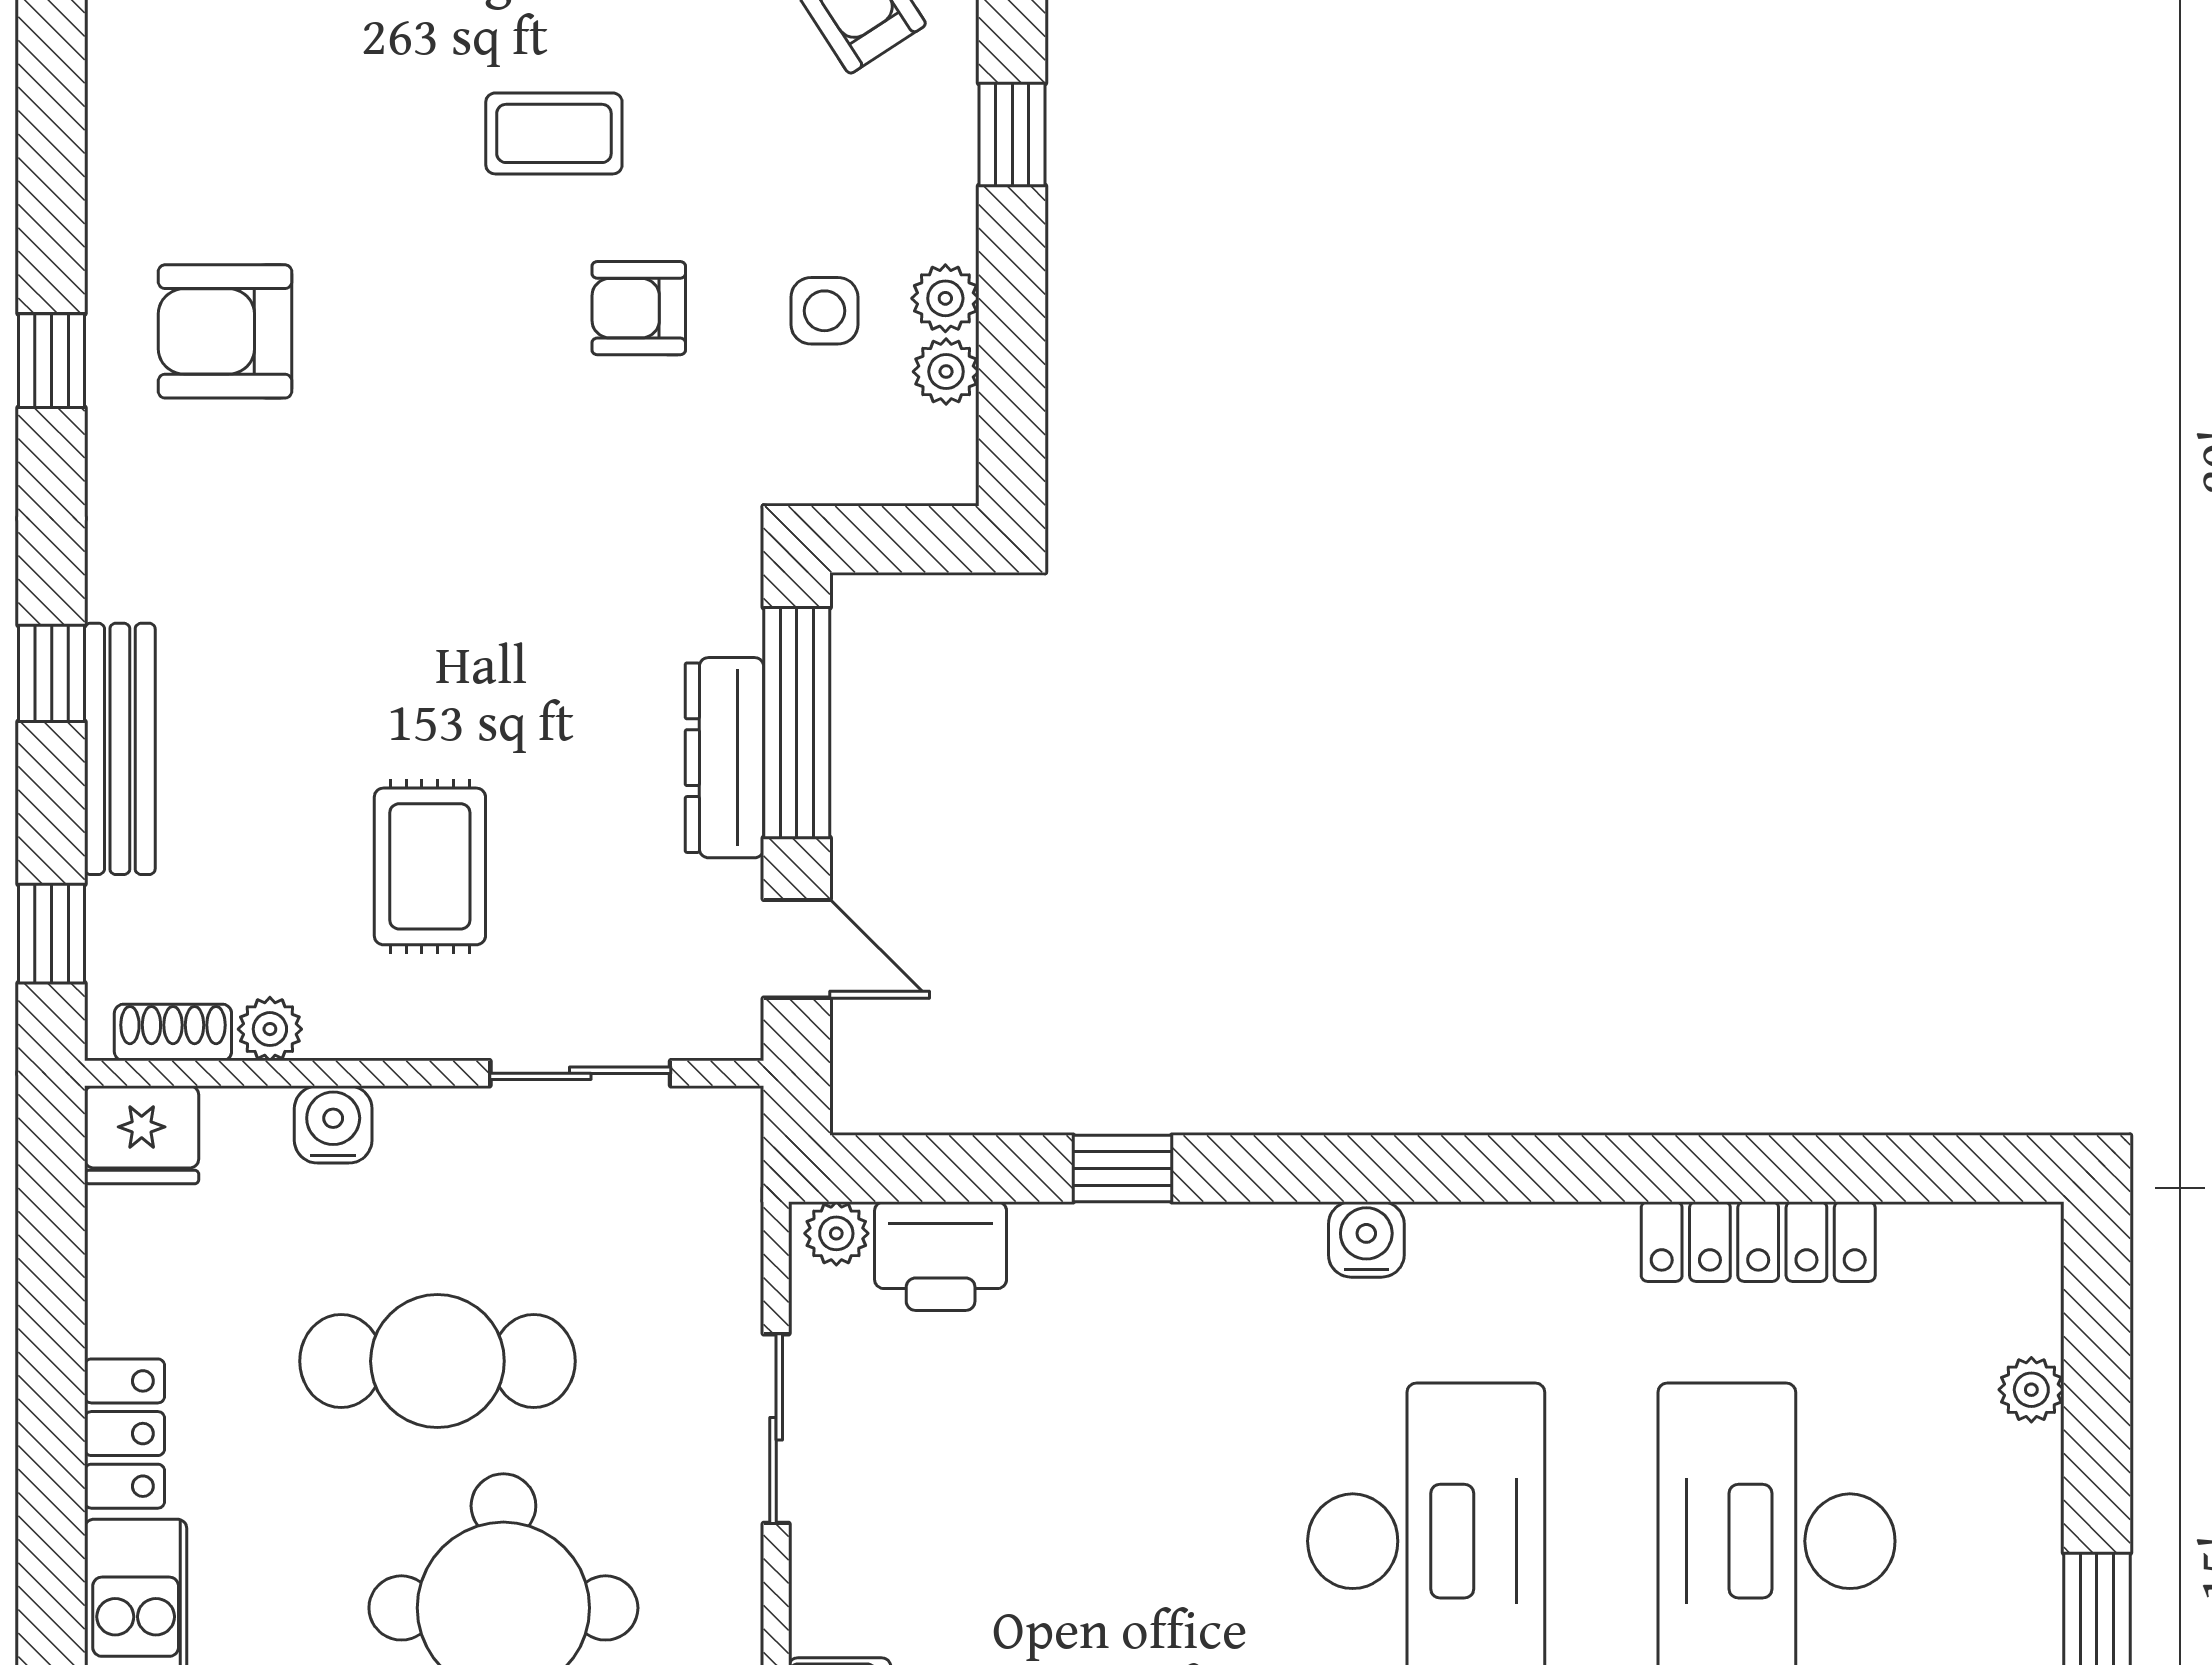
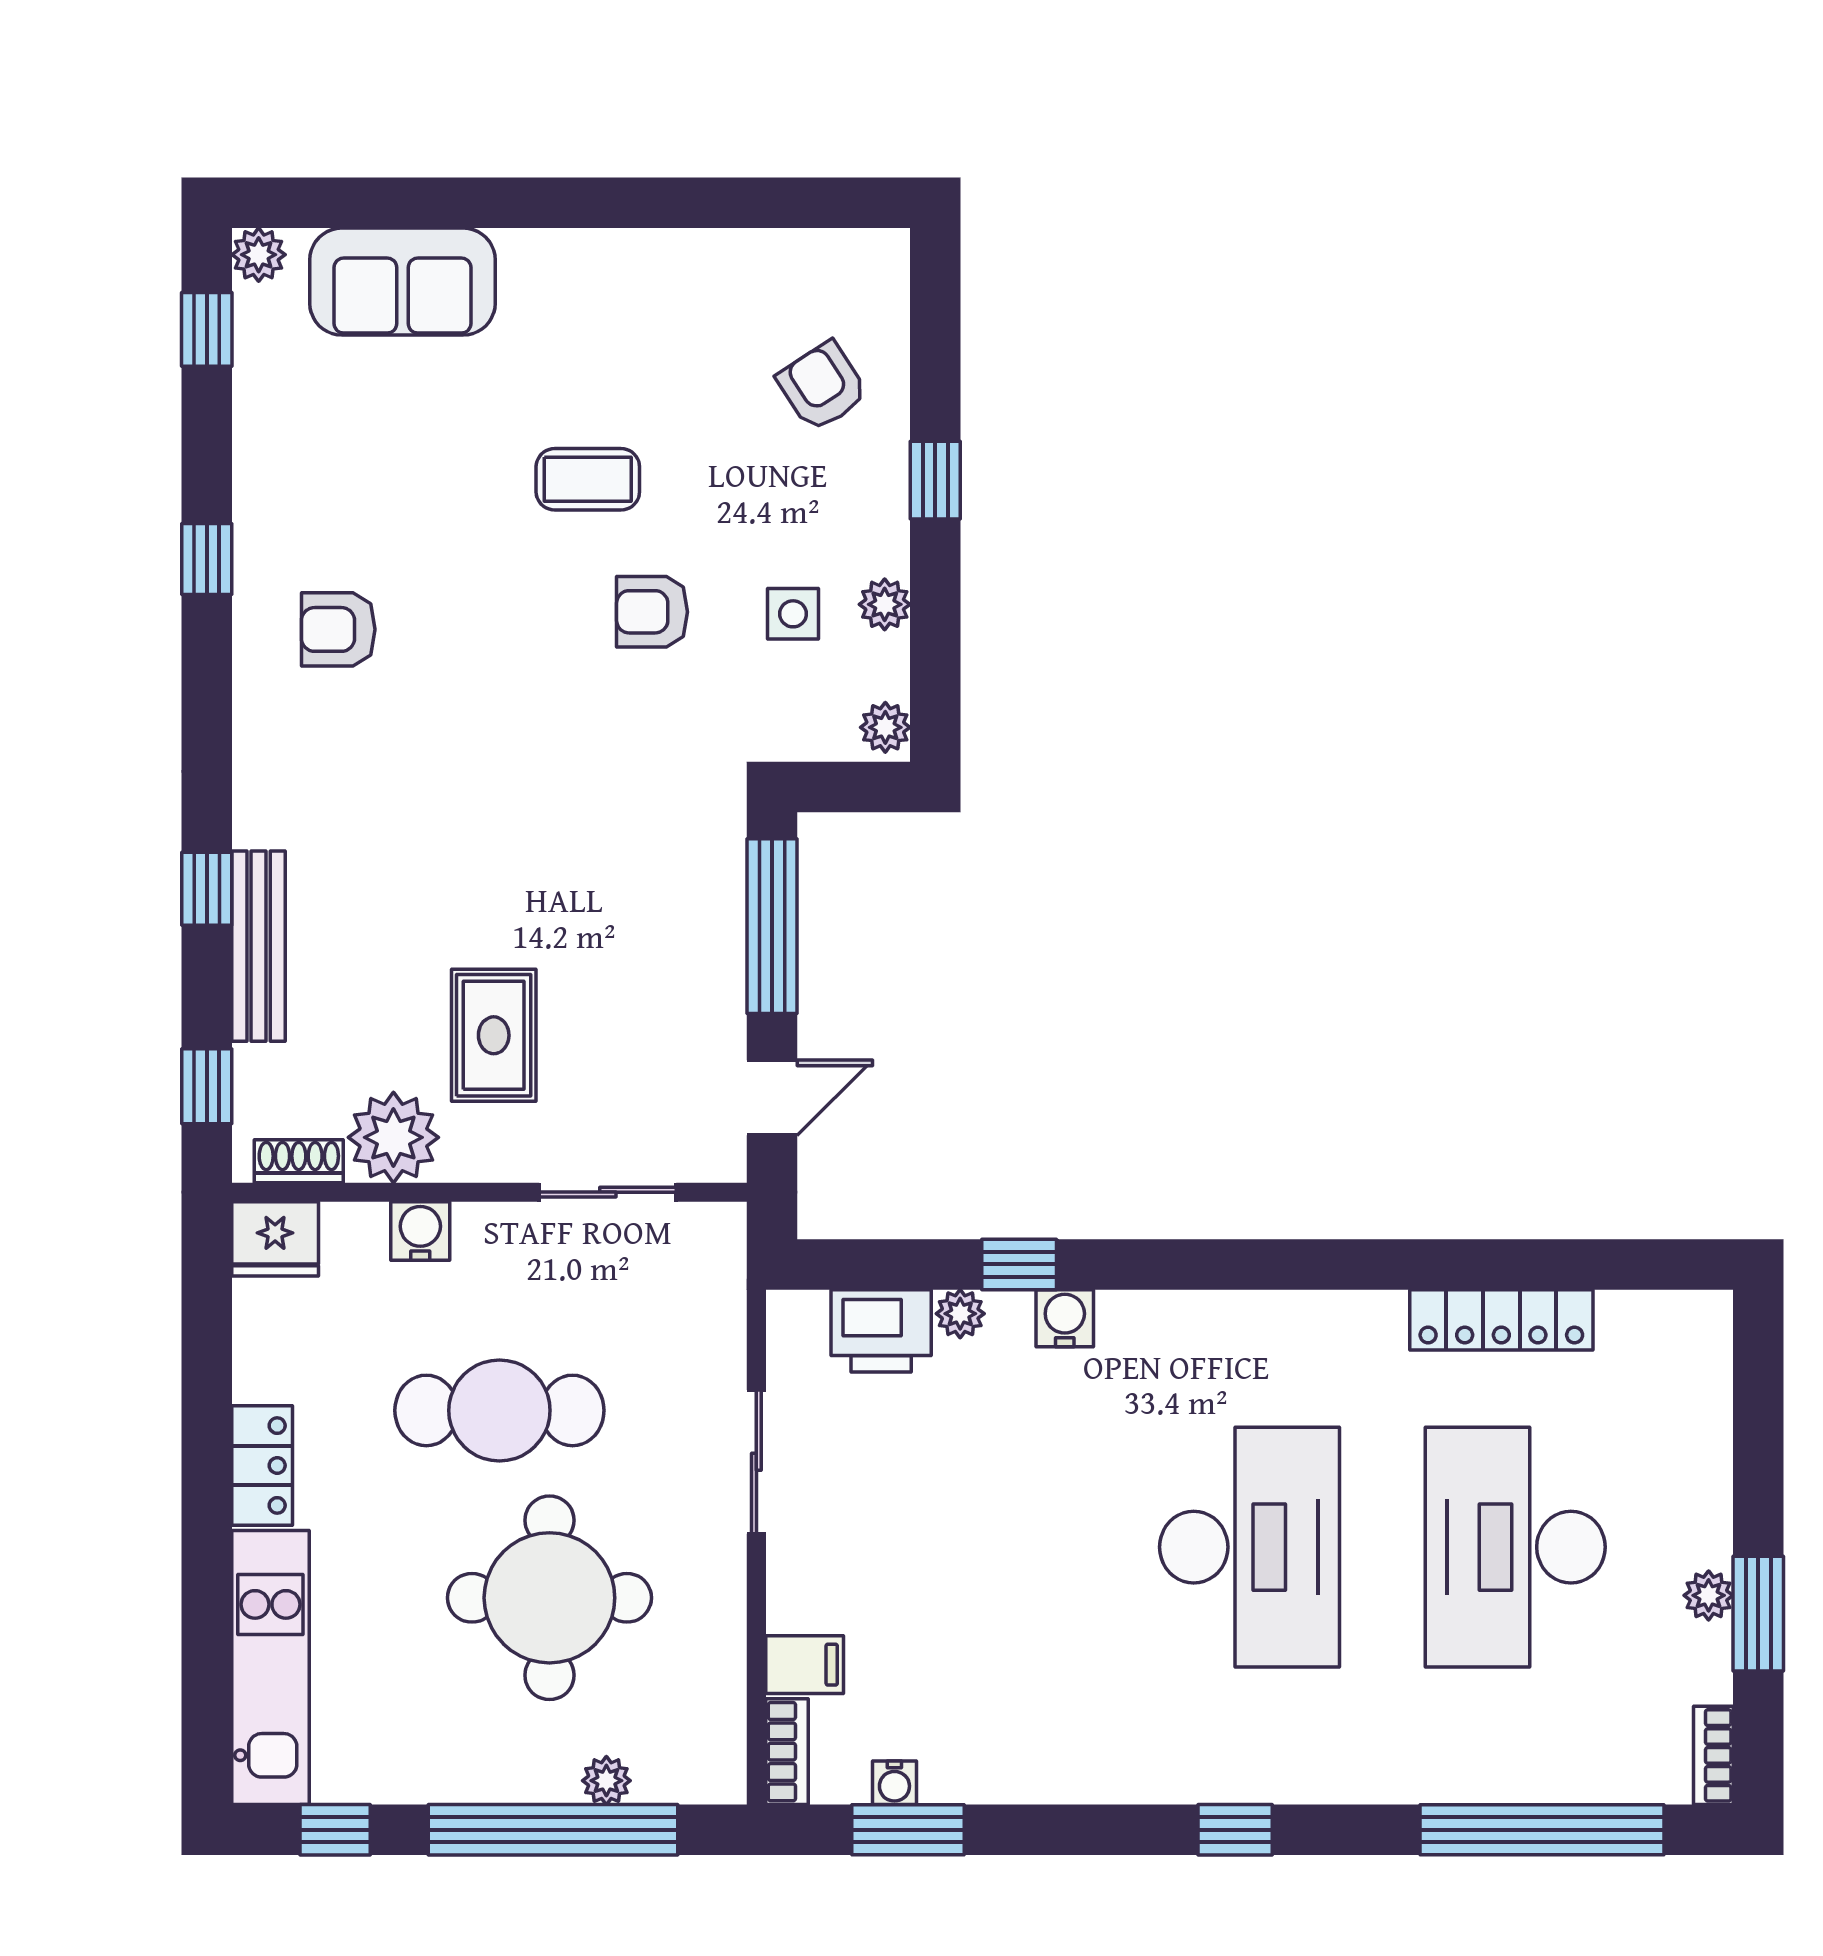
armchair: (225, 331) -> (338, 629), width x0.72, depth x0.72
window: (52, 361) -> (207, 559), moved
plant: (946, 372) -> (885, 727), moved
dresser: (724, 758) -> (717, 953), removed
door: (797, 949) -> (772, 1098), hinge flipped
plant: (270, 1029) -> (393, 1137), width x1.88, depth x1.88
plant: (836, 1233) -> (960, 1314), moved
water cooler: (1366, 1239) -> (1065, 1318), moved
plant: (2031, 1390) -> (1709, 1595), moved

